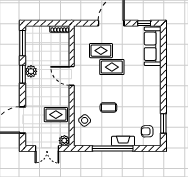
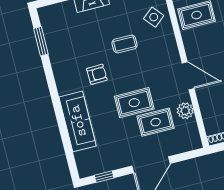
sofa: (153, 46) -> (78, 121), moved
plant: (79, 53) -> (185, 111), added
armchair: (147, 131) -> (97, 74), moved

